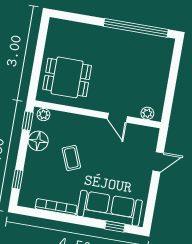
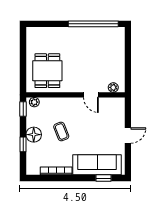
dining table: (67, 77) -> (47, 71), turned 90
floor lamp: (38, 141) -> (34, 135), moved
door: (158, 162) -> (128, 136), moved
window: (17, 179) -> (23, 144), moved

